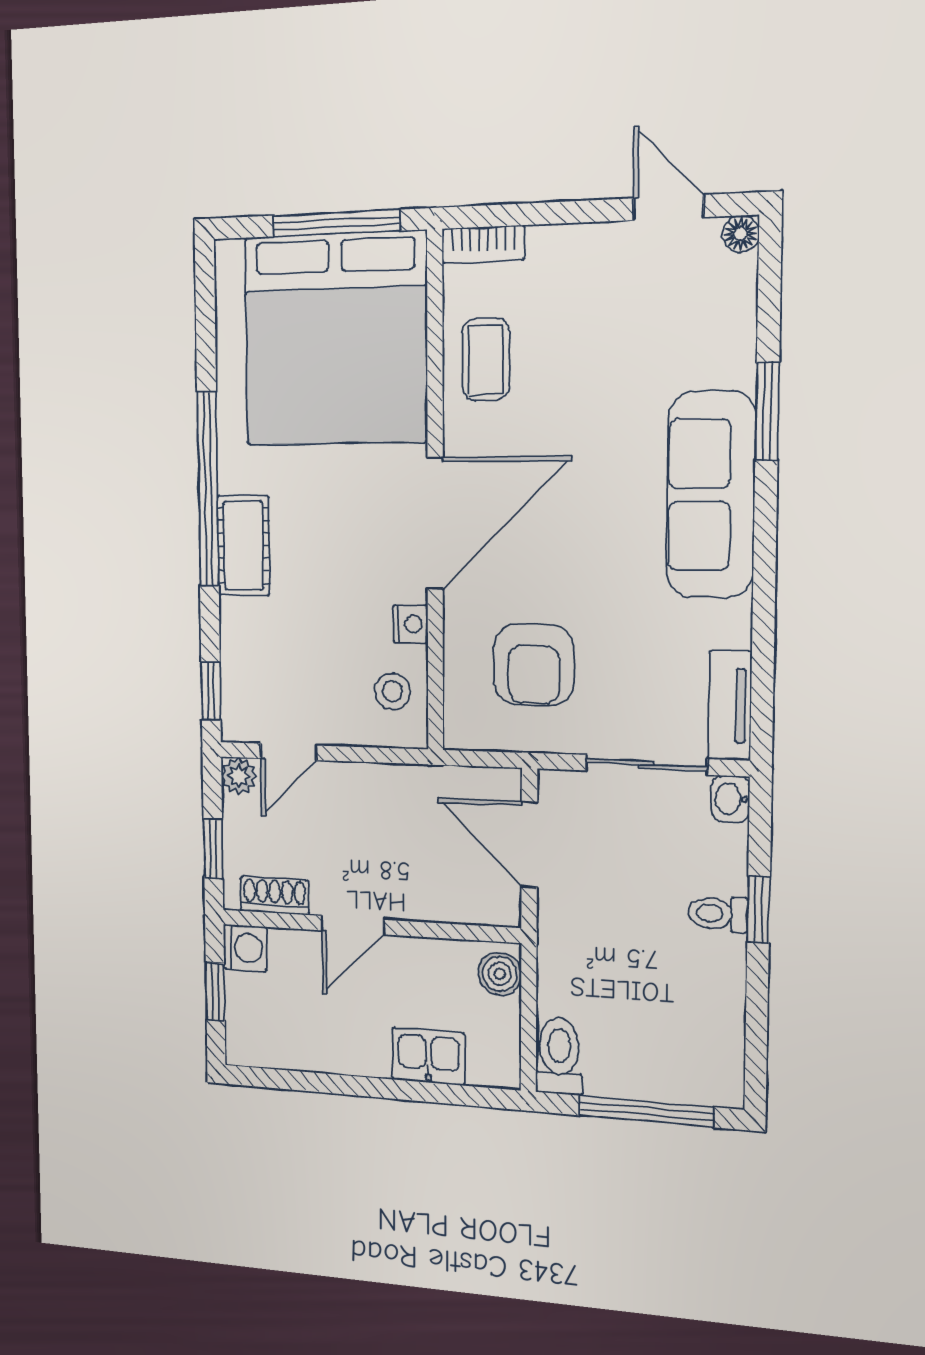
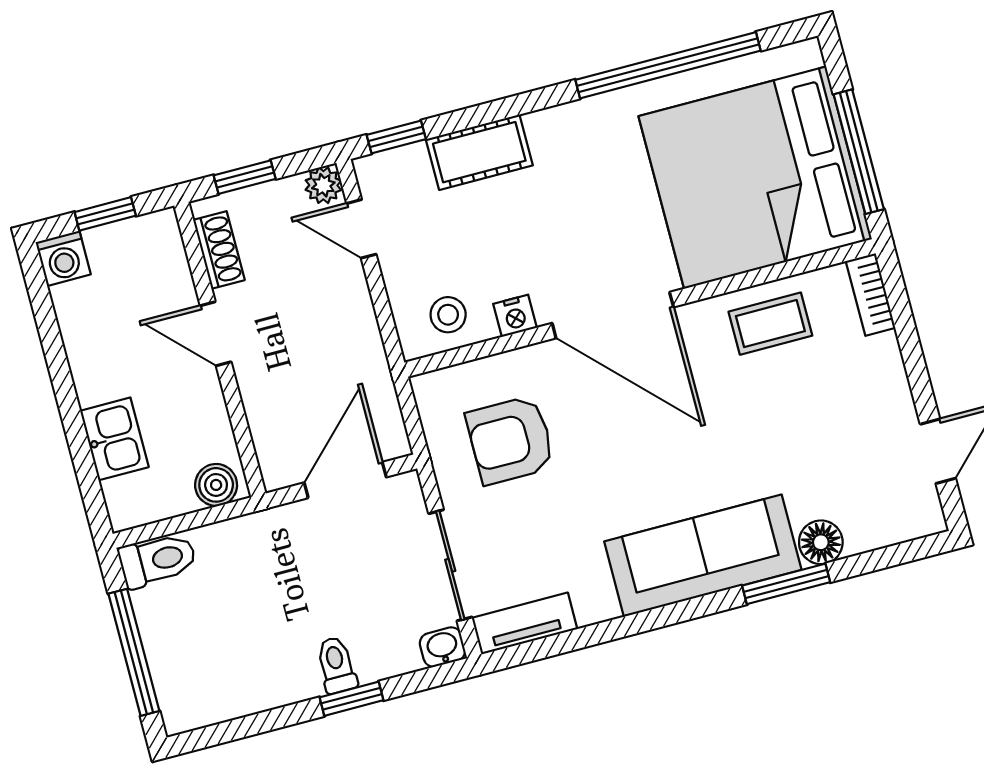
floor lamp: (741, 234) -> (821, 542), moved, width x1.37, depth x1.37
window: (208, 489) -> (668, 65), moved
cot: (243, 546) -> (479, 152), moved
washing machine: (245, 948) -> (63, 258), moved

